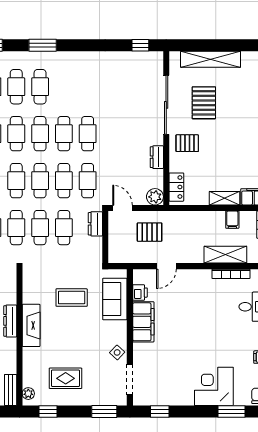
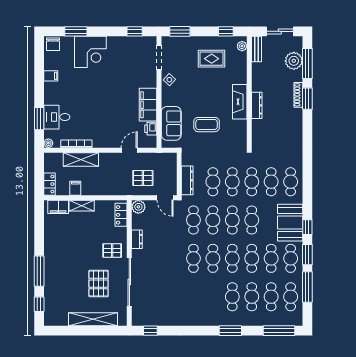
dresser: (95, 224) -> (187, 180), width x1.44

